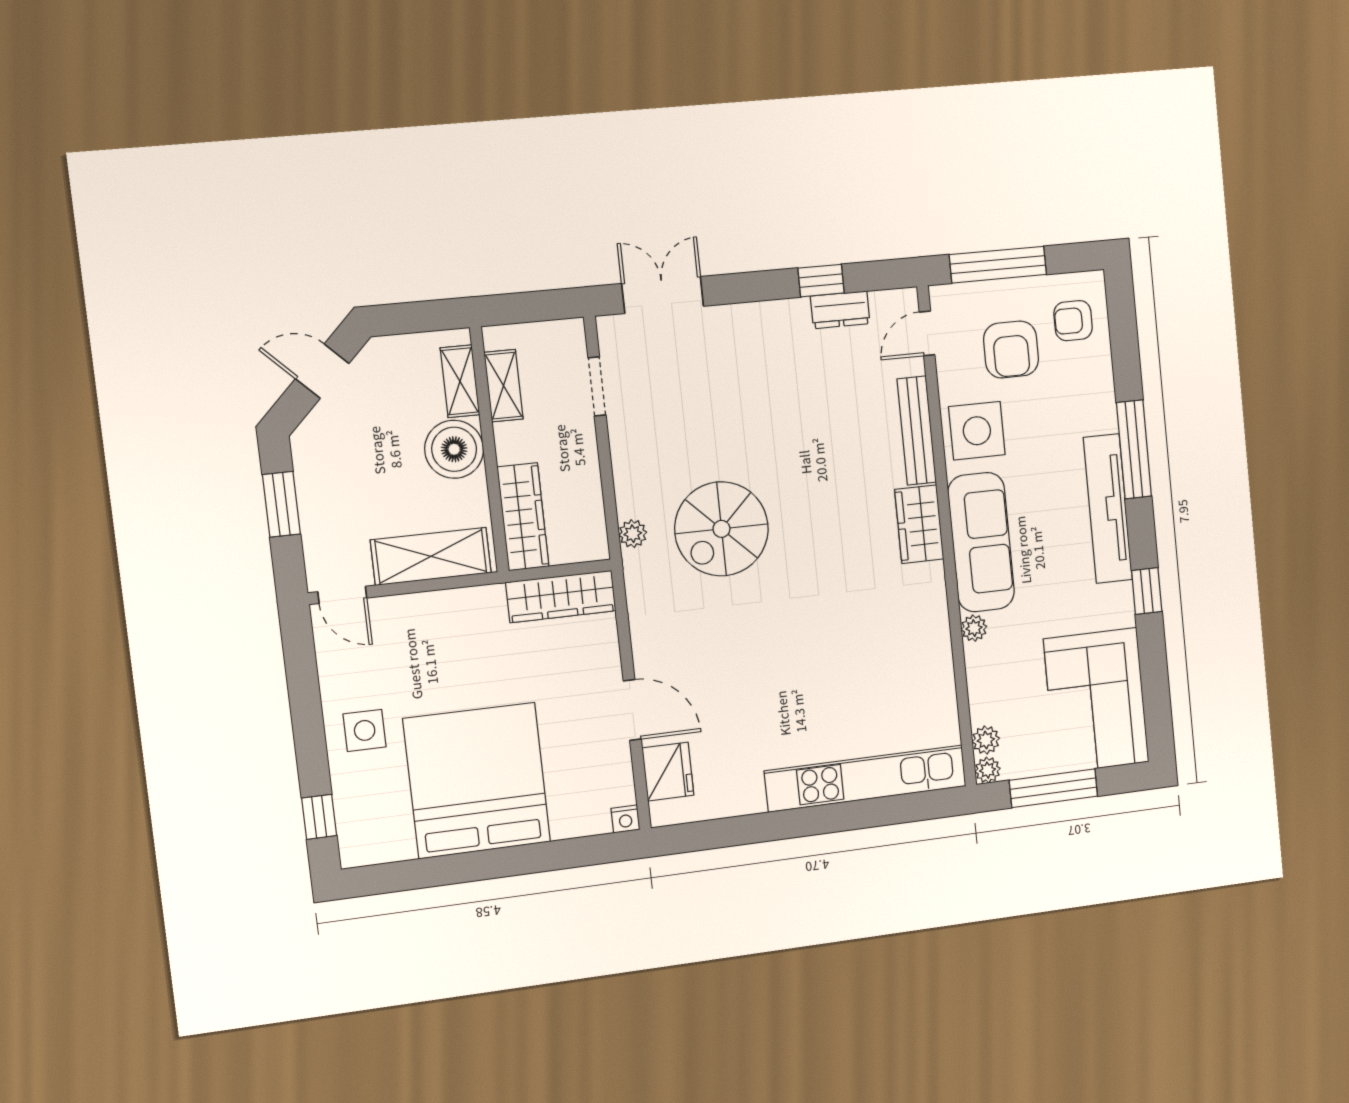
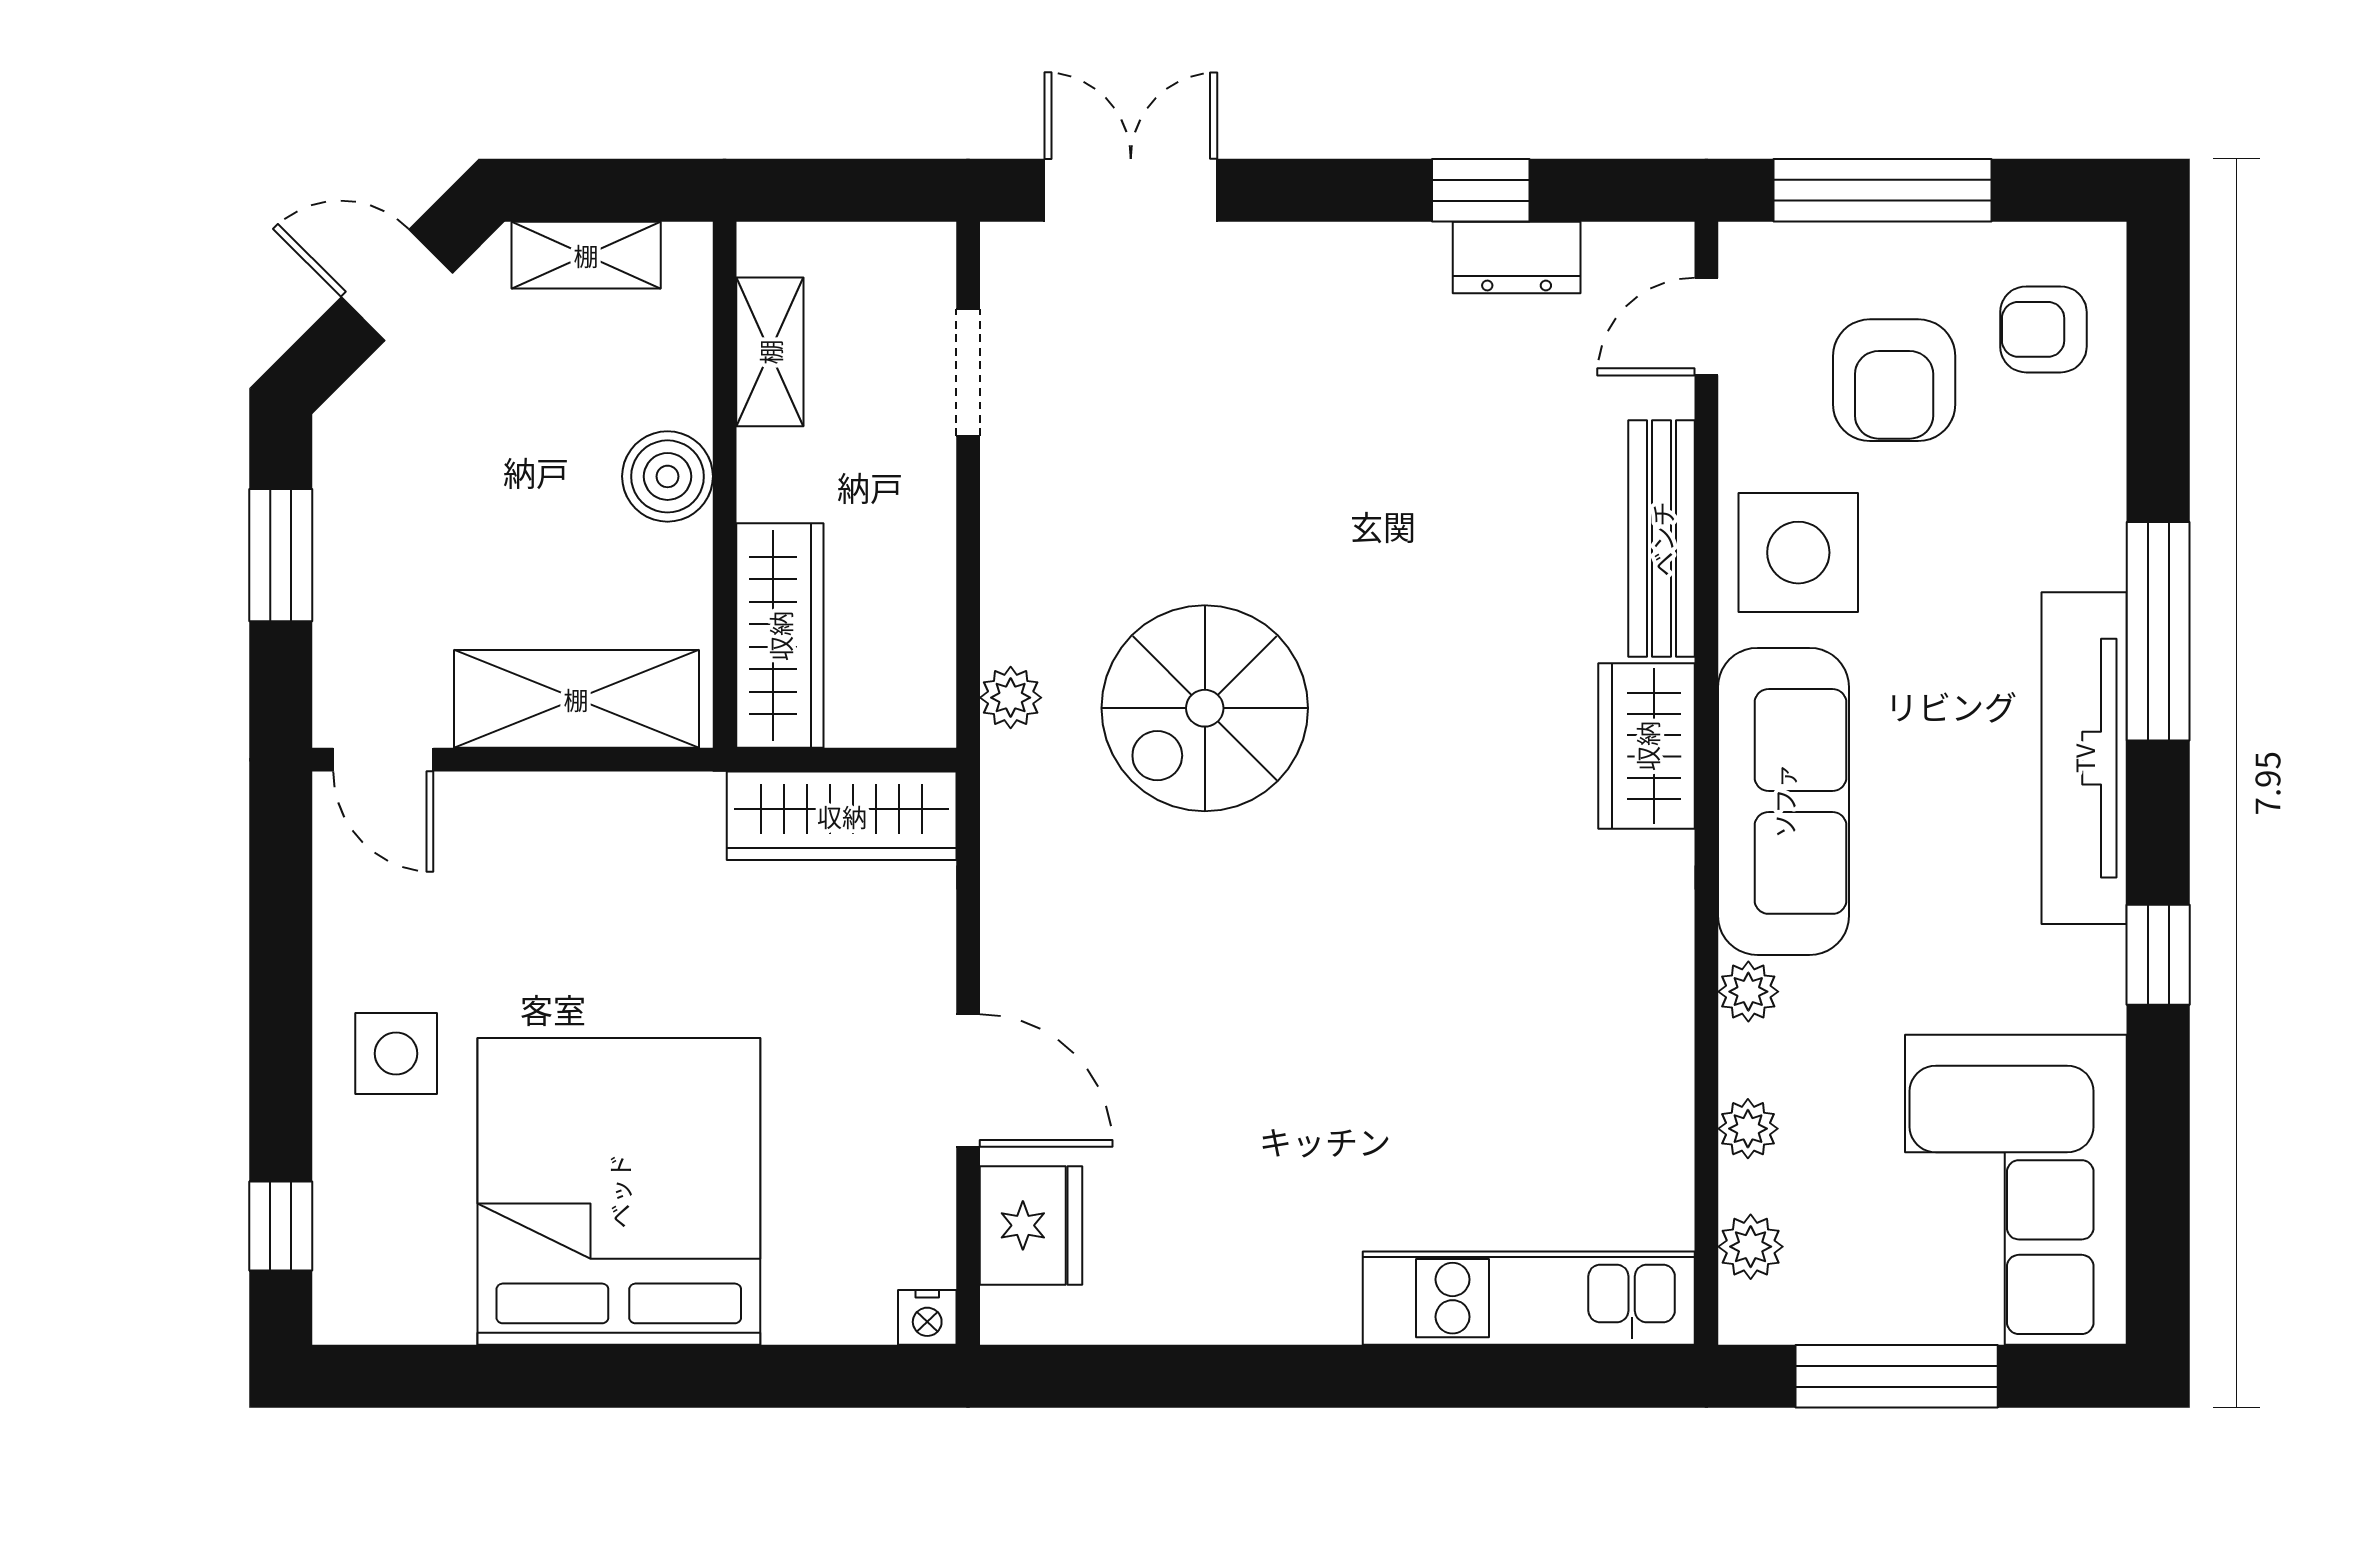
shelving: (460, 381) -> (586, 255), moved, turned 90
boiler: (454, 449) -> (667, 476), width x0.73, depth x0.73
plant: (988, 770) -> (1748, 1129), moved
kitchen unit: (866, 779) -> (1529, 1298), width x0.73

